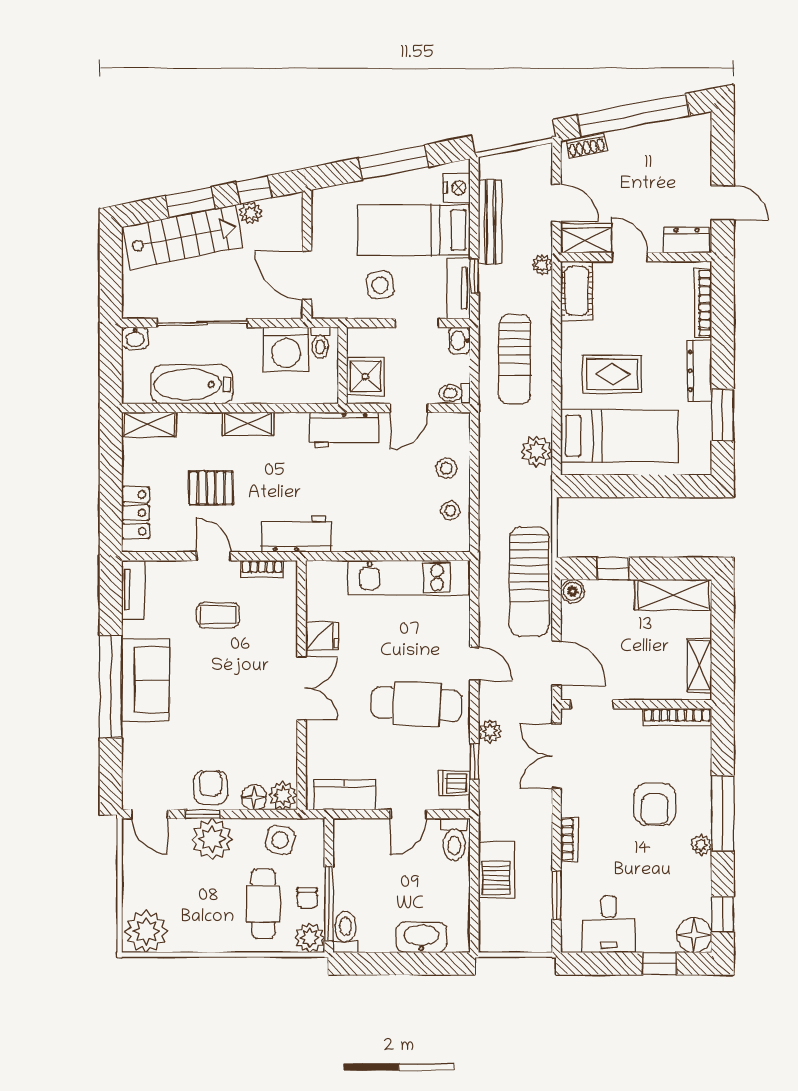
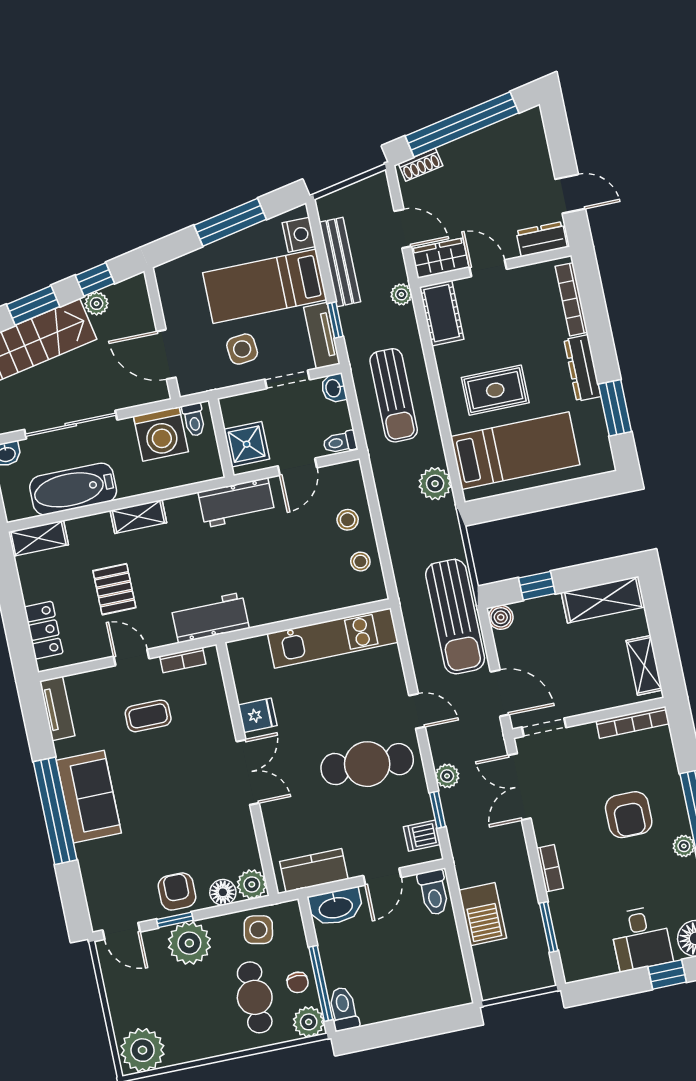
pallet: (211, 488) -> (114, 589), turned 90
desk: (609, 924) -> (641, 938), moved
washbasin: (421, 937) -> (336, 907), moved, turned 180

